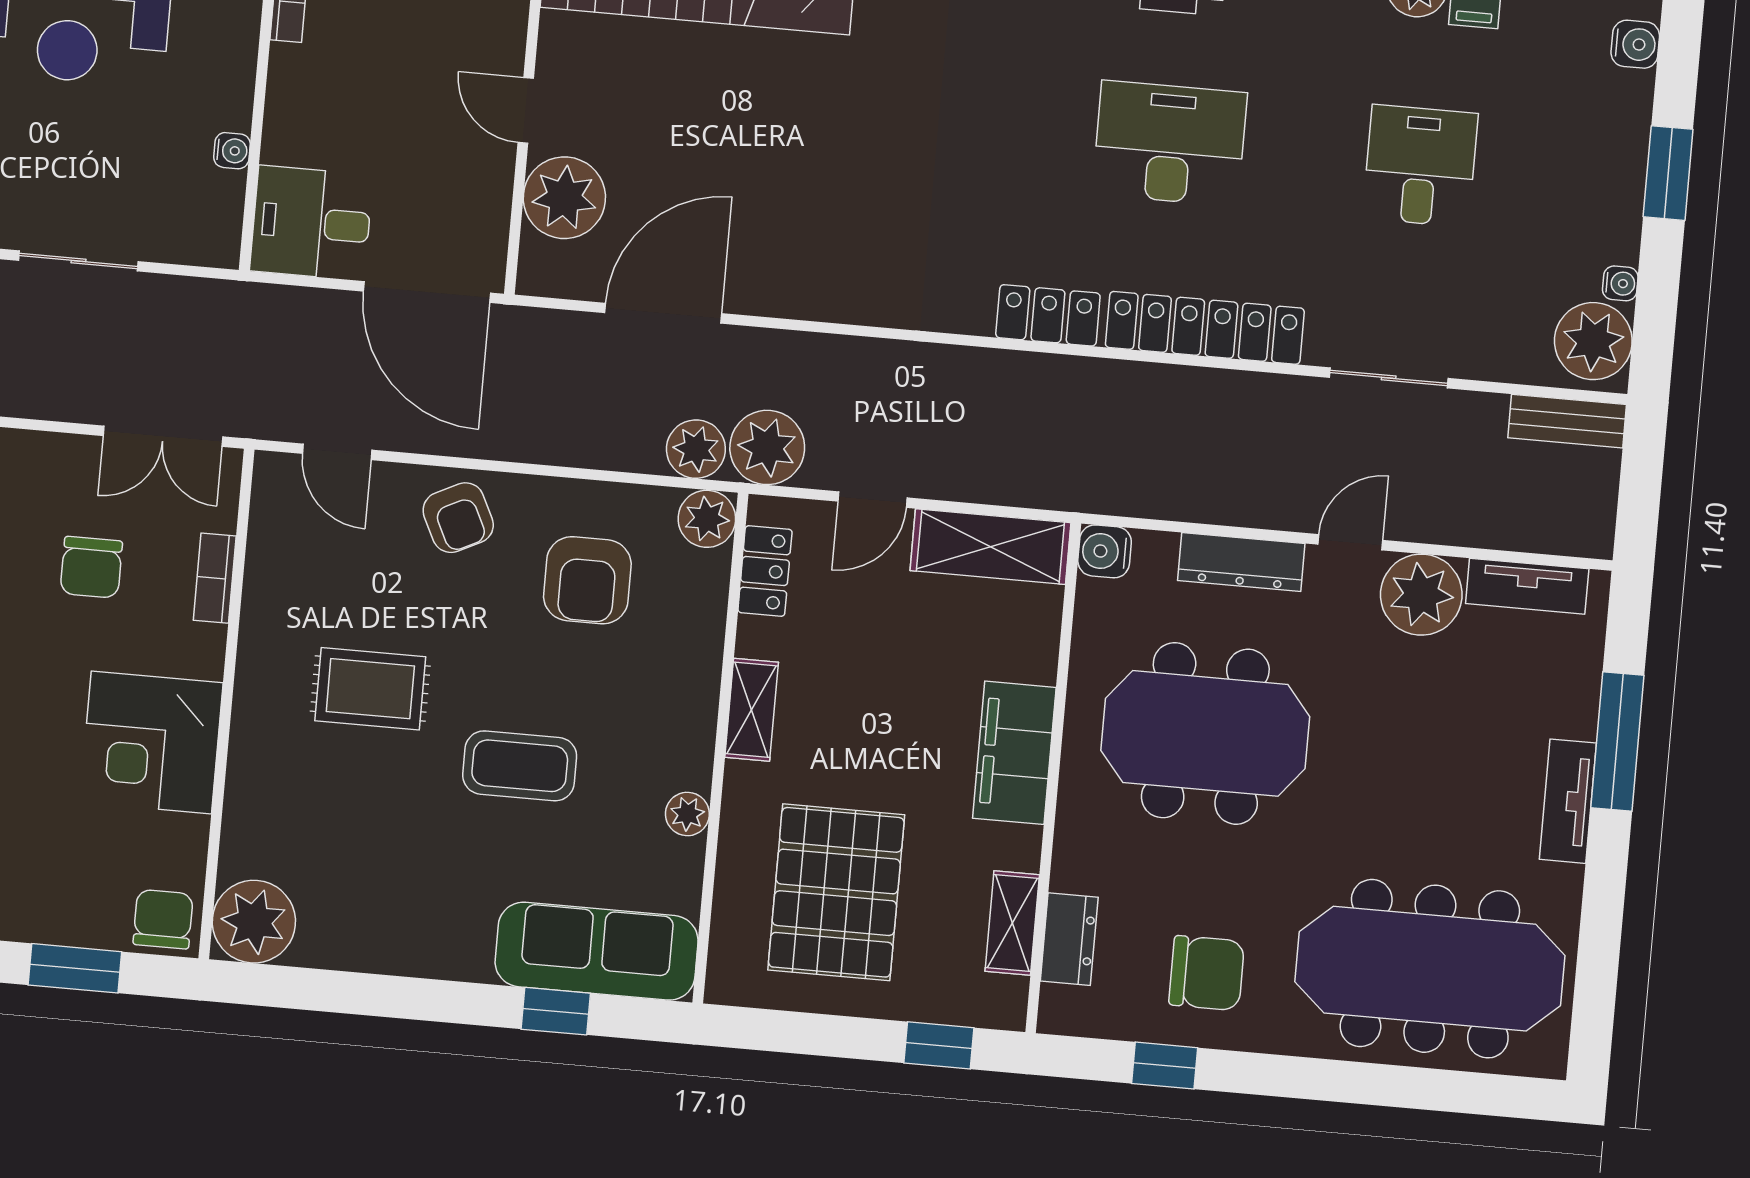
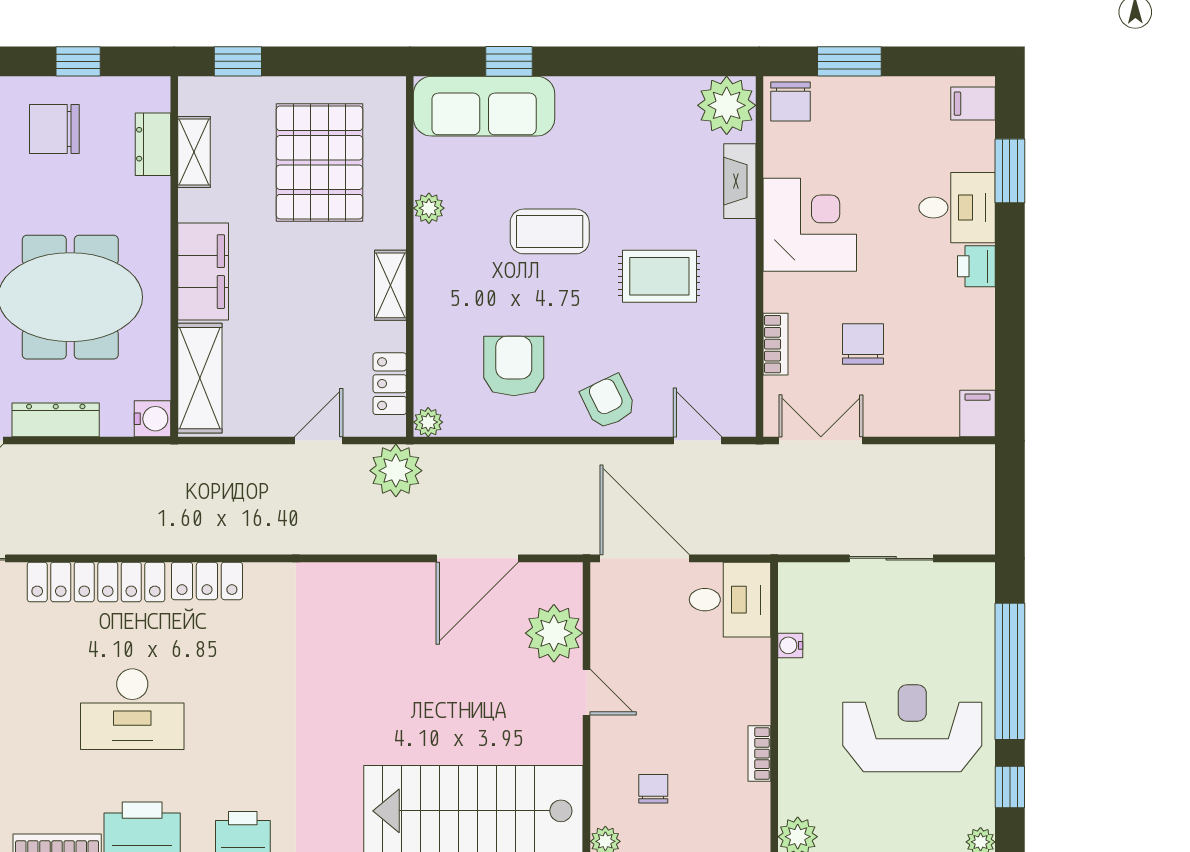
plant: (696, 449) -> (446, 465), removed
plant: (707, 519) -> (428, 422), width x0.73, depth x0.73
shelving: (990, 547) -> (200, 378), moved, turned 90
fireplace: (245, 813) -> (740, 181), added

